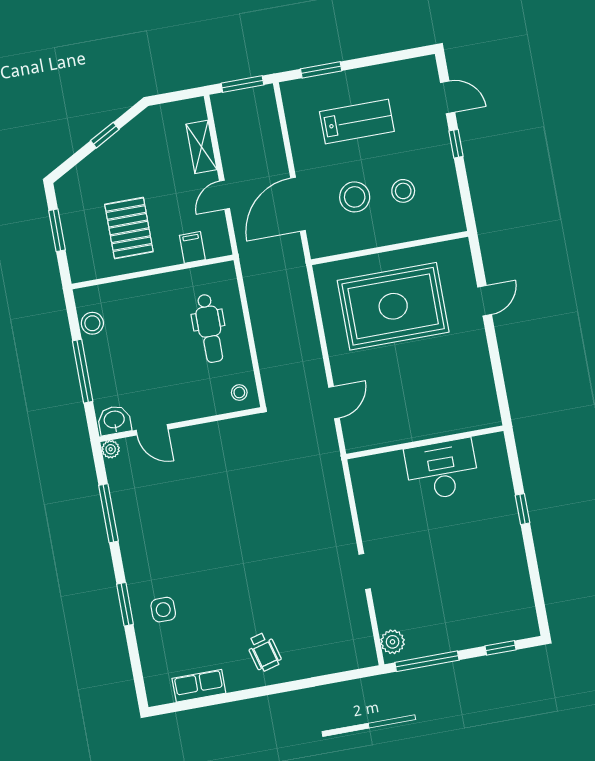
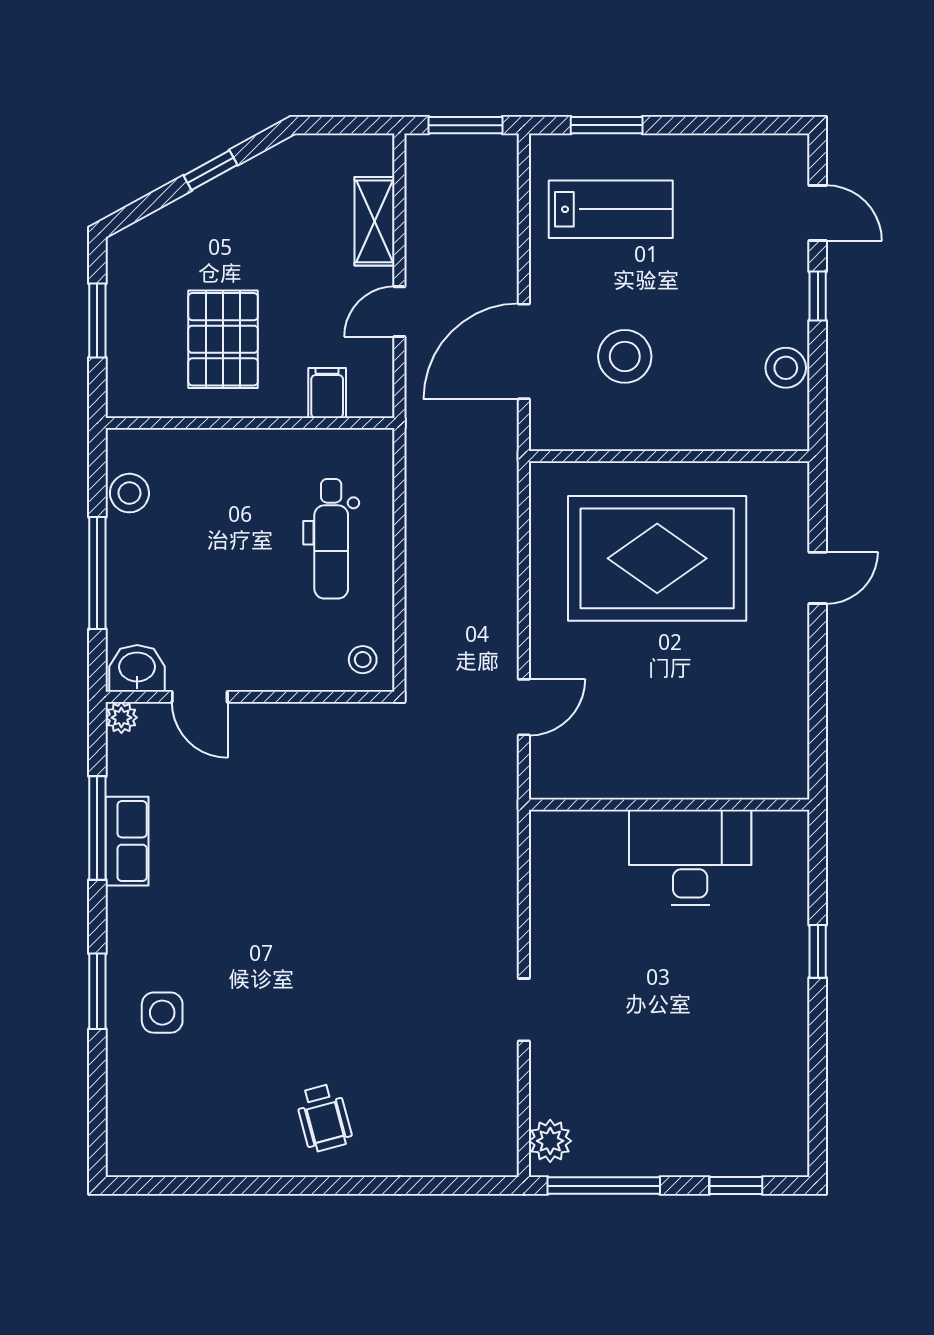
lab bench: (357, 122) -> (611, 209), moved
stool: (403, 191) -> (786, 368), moved
row of seats: (199, 686) -> (127, 841), moved, turned 90

